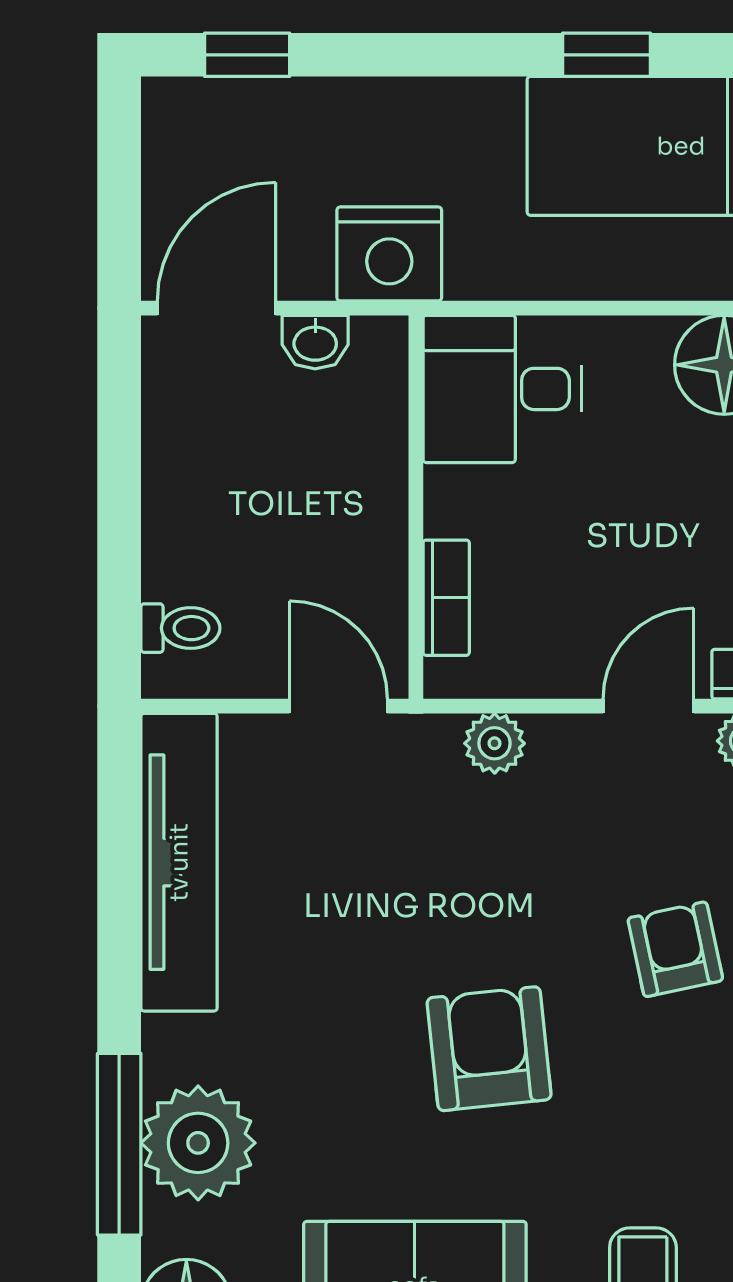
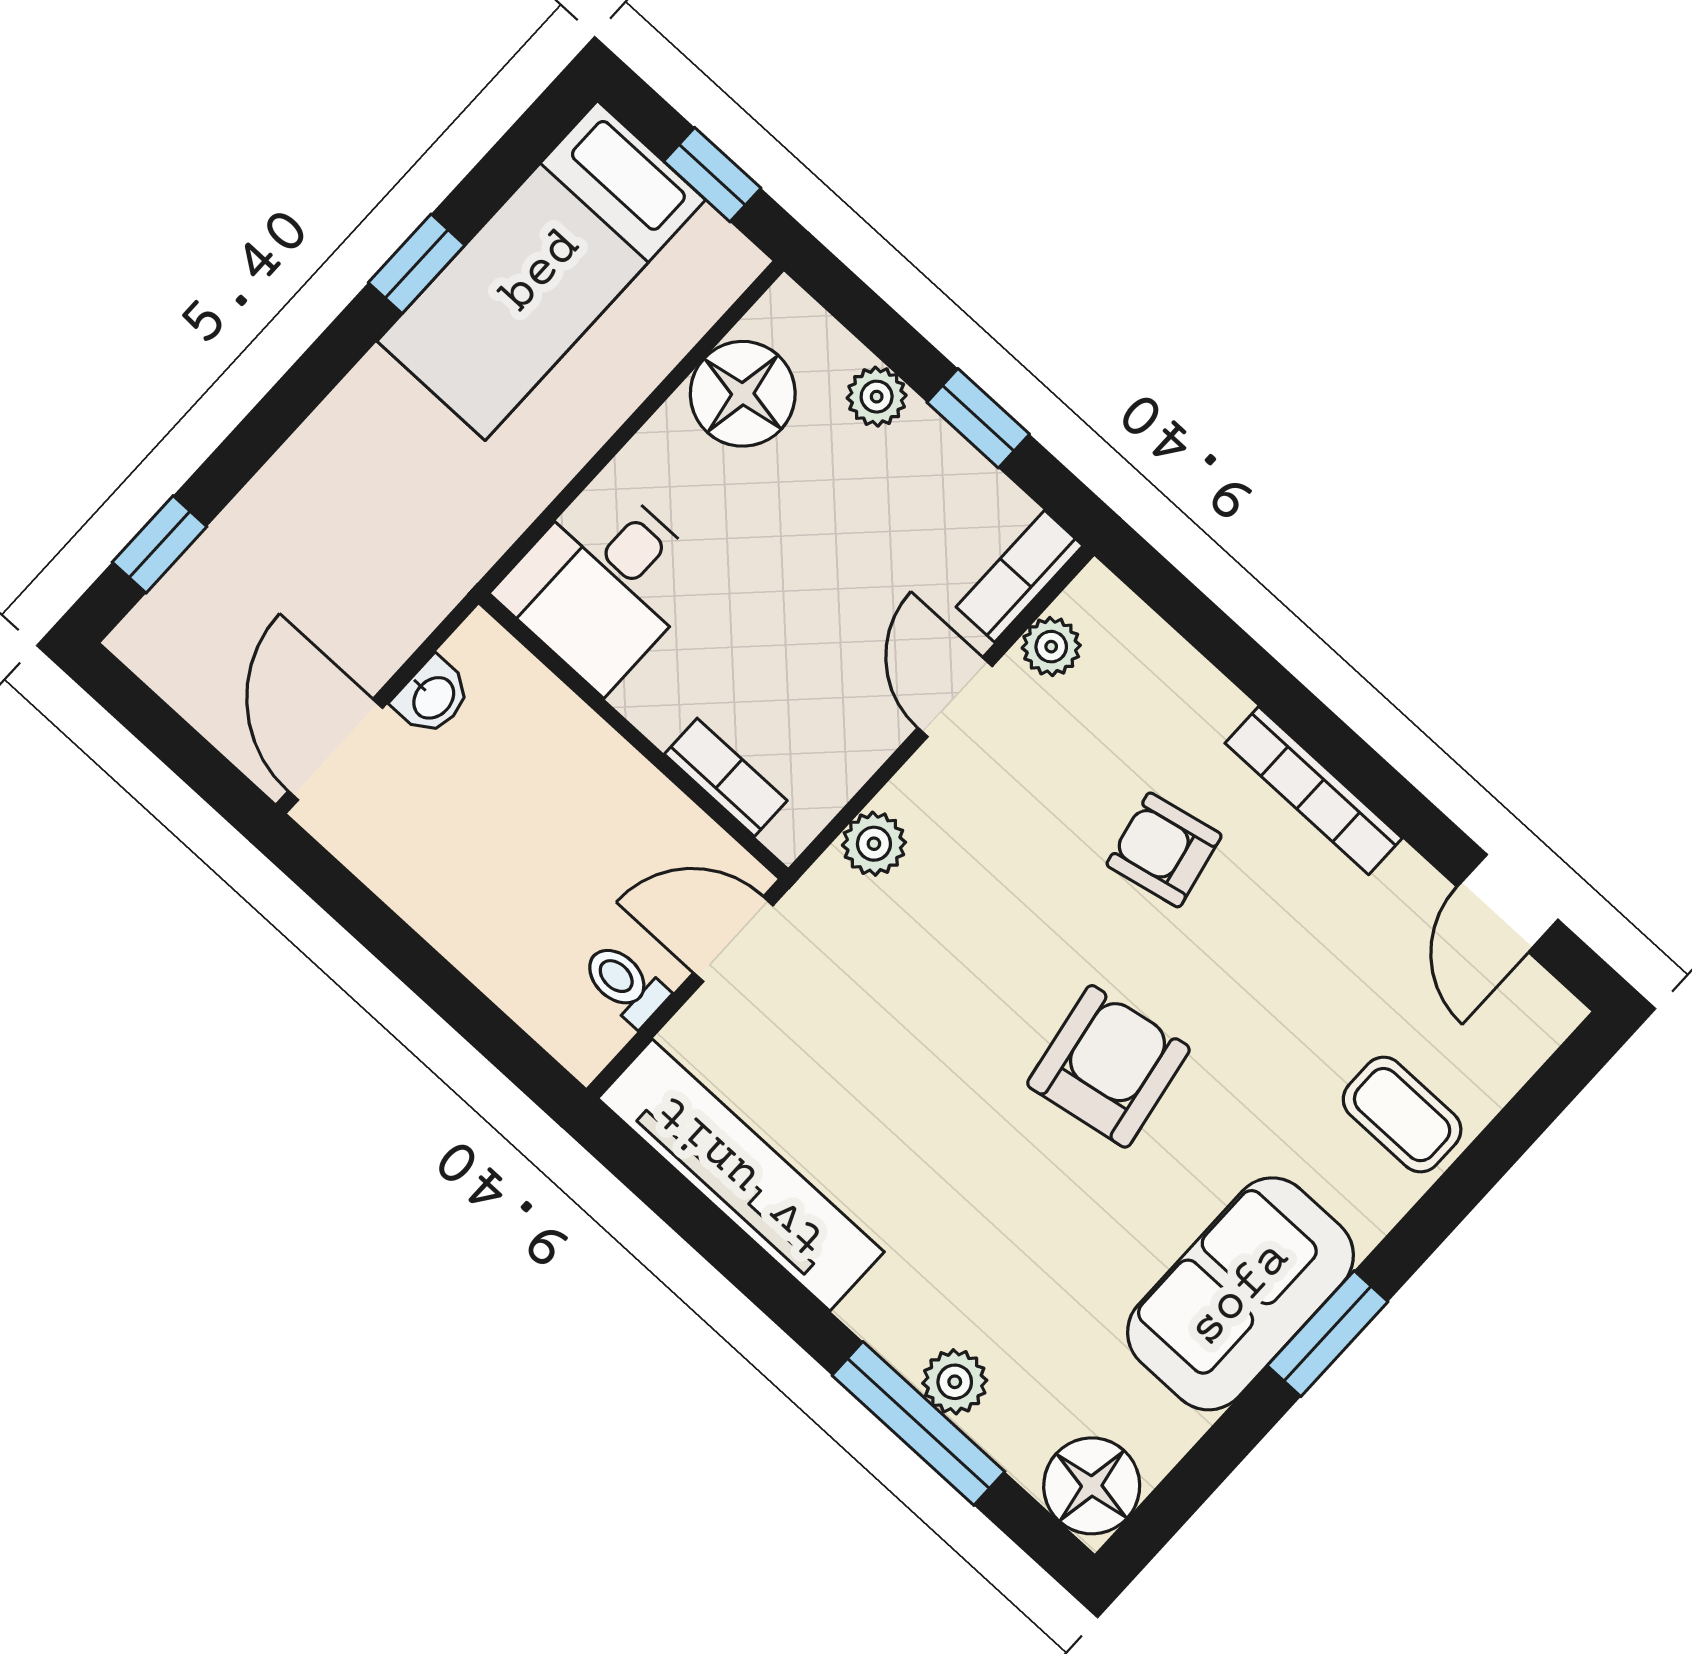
nightstand: (389, 254) -> (417, 576), removed
toilet: (180, 628) -> (625, 984), moved, turned -90
armchair: (489, 1049) -> (1108, 1066), turned 86
plant: (198, 1143) -> (955, 1382), width x0.53, depth x0.53

